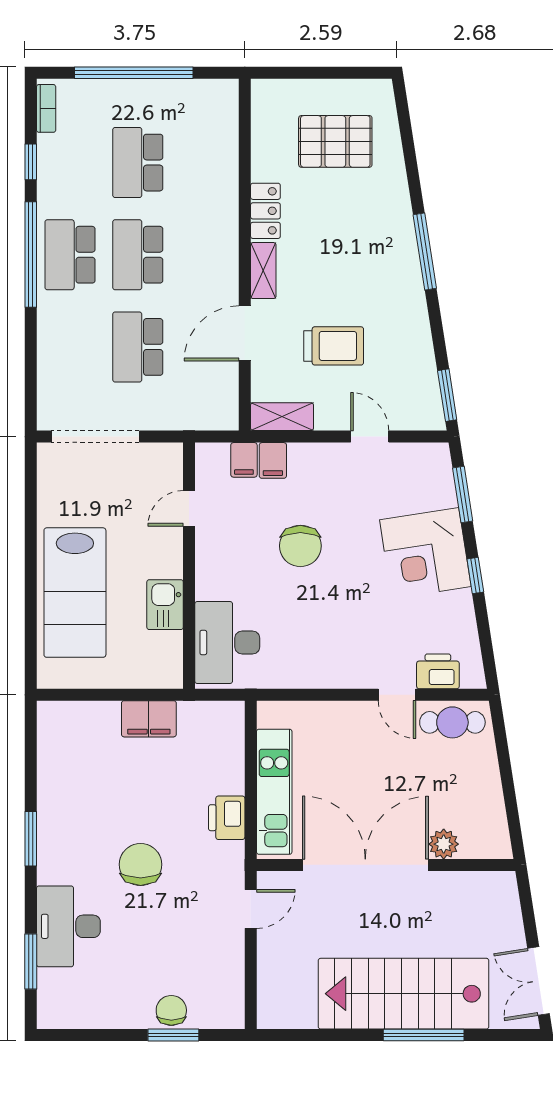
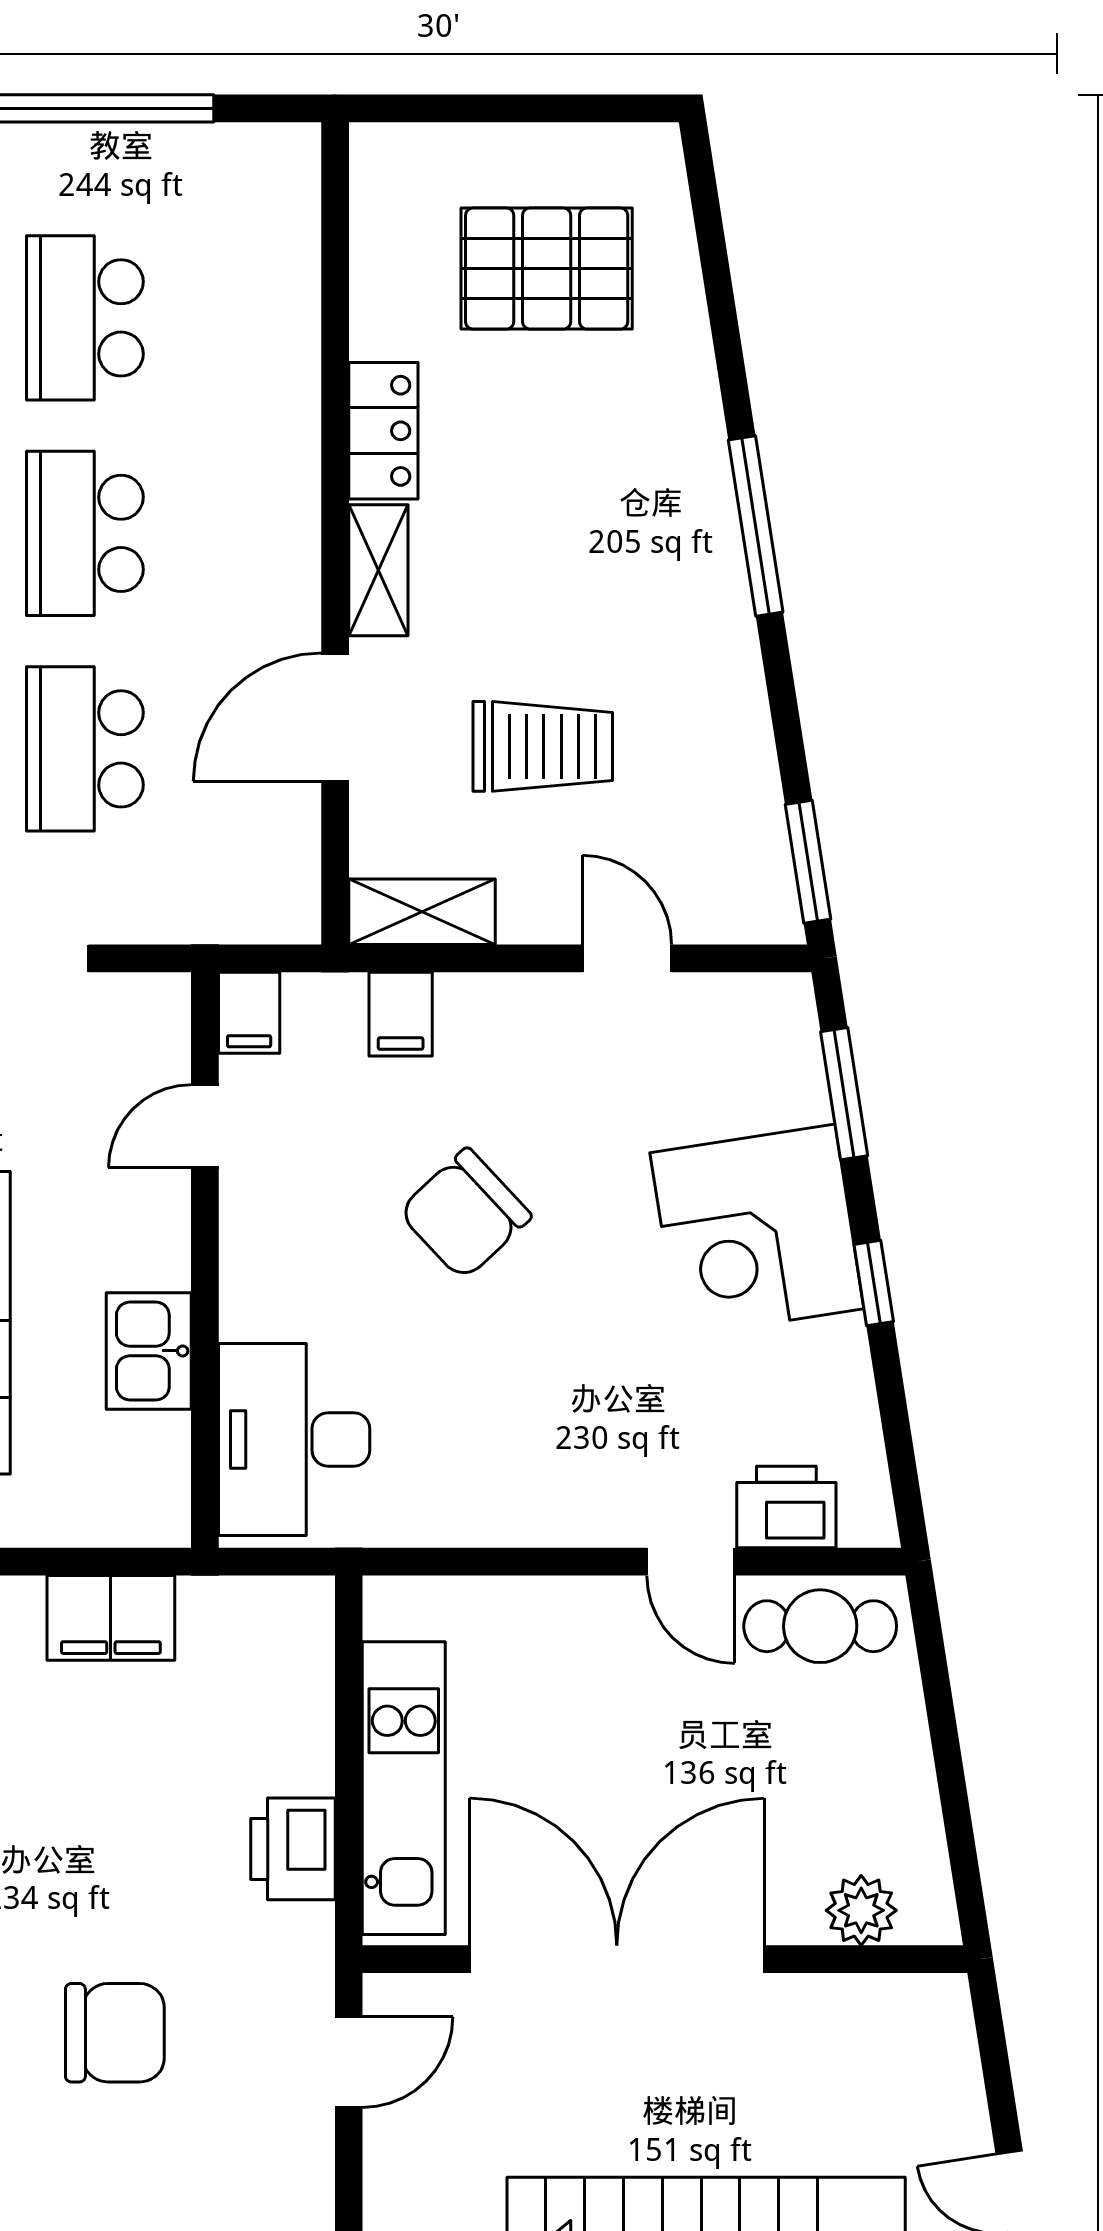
filing cabinet: (244, 460) -> (249, 1013), moved
chair: (300, 546) -> (465, 1214), turned 47
plant: (444, 844) -> (861, 1910), moved
chair: (141, 864) -> (115, 2033), moved, turned 90

